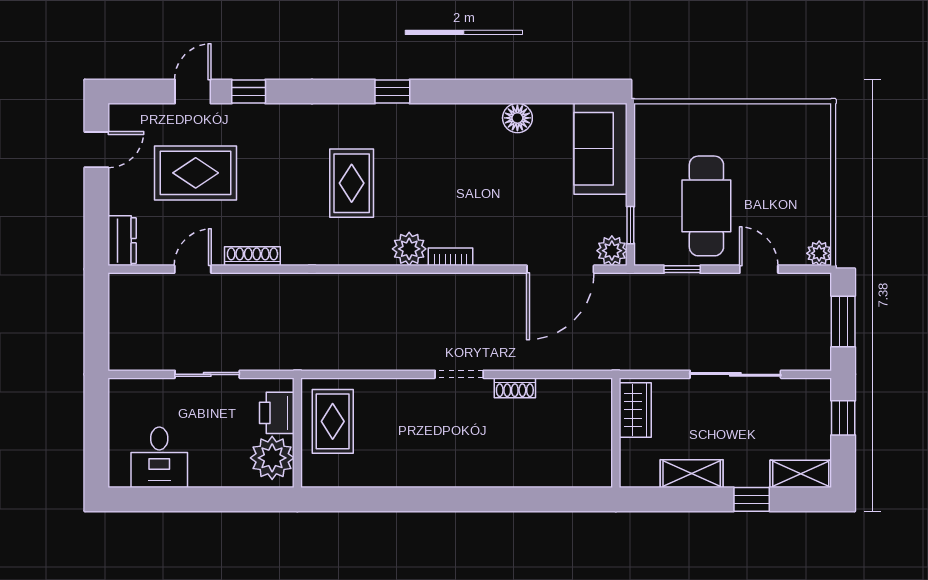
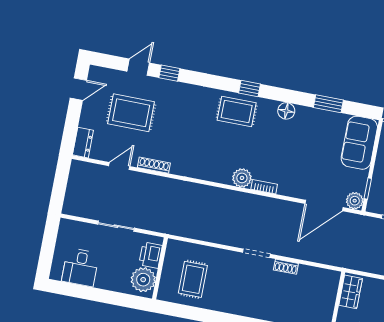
window: (534, 92) -> (328, 104), added
floor lamp: (517, 118) -> (286, 111), moved
rug: (352, 183) -> (237, 112), moved, turned 90
rug: (333, 421) -> (193, 279), moved

